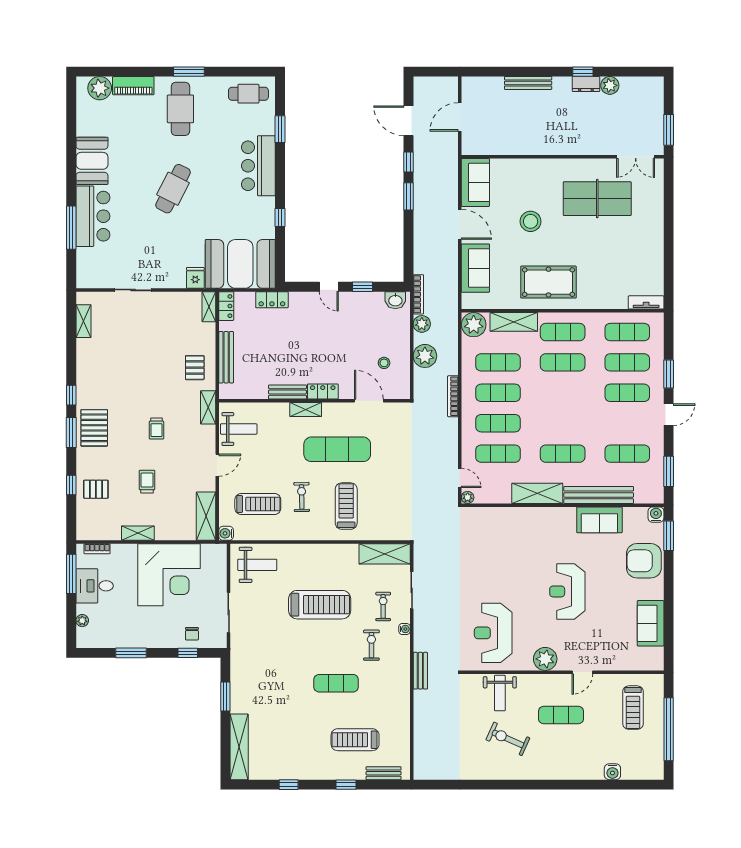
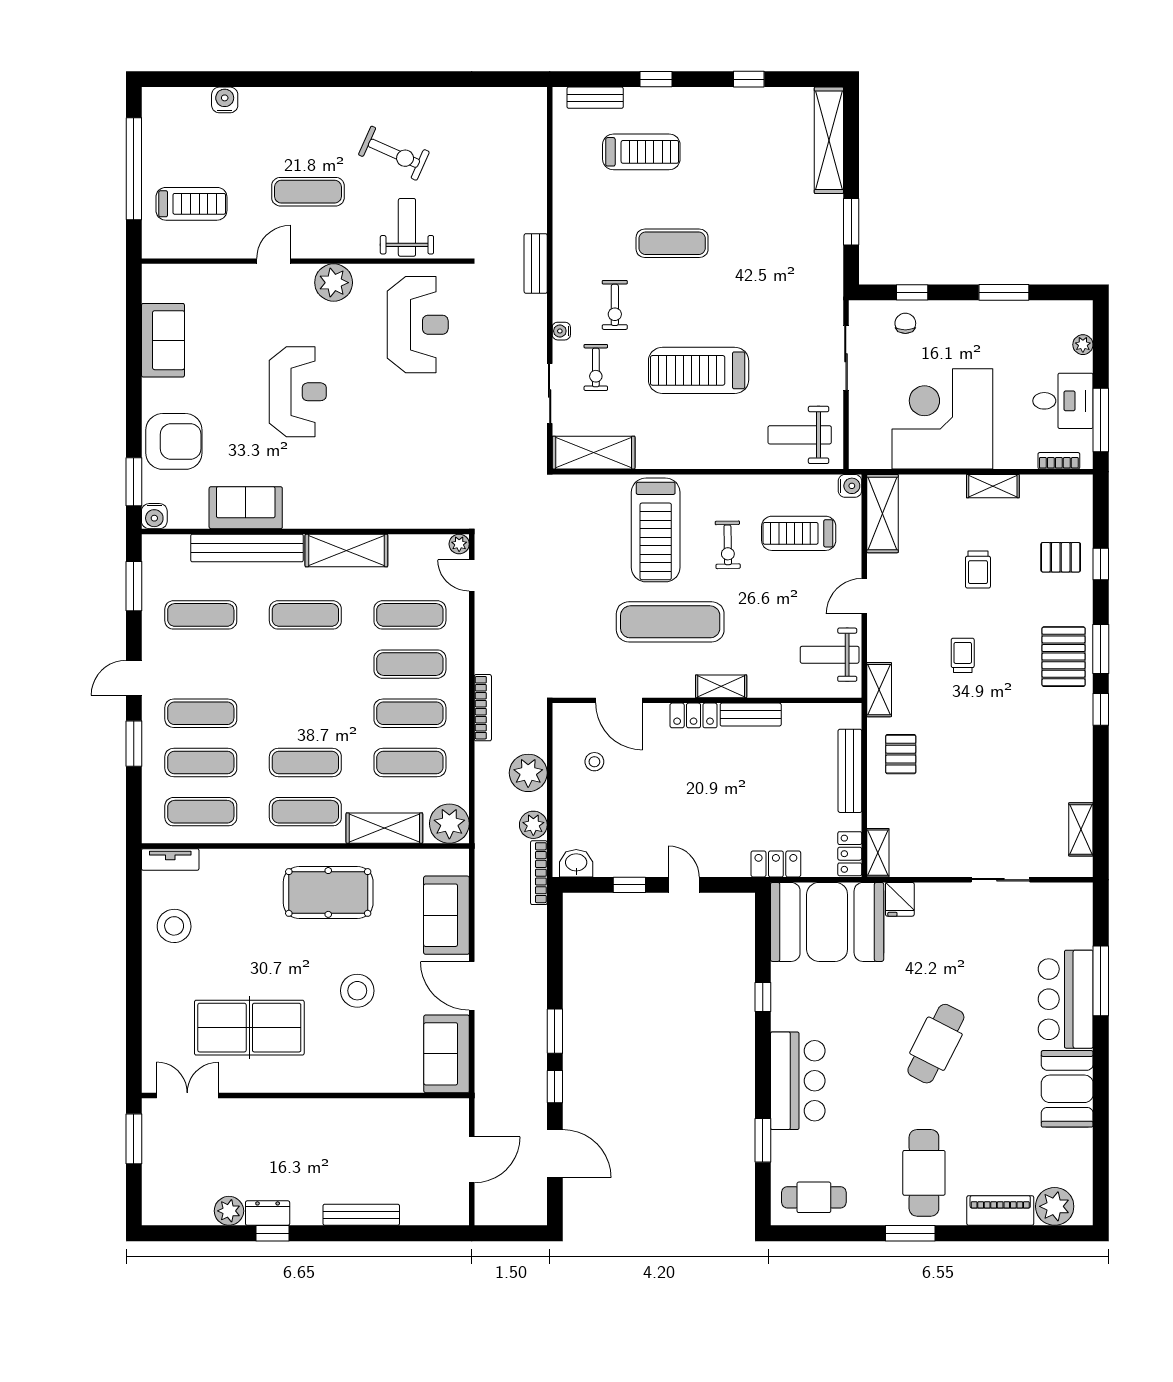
stool: (644, 261) -> (174, 926), added
treadmill: (346, 506) -> (656, 530), width x1.37, depth x1.38
treadmill: (633, 708) -> (191, 204), turned 90

